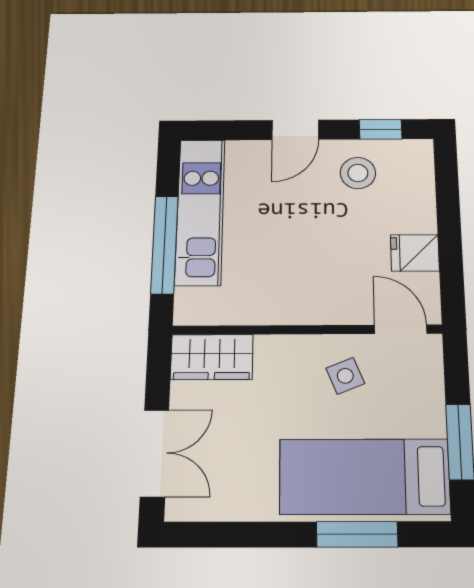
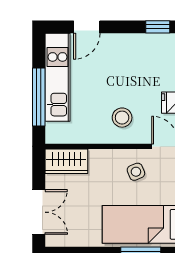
door: (295, 130) -> (87, 27), moved
stool: (358, 173) -> (122, 118), moved

